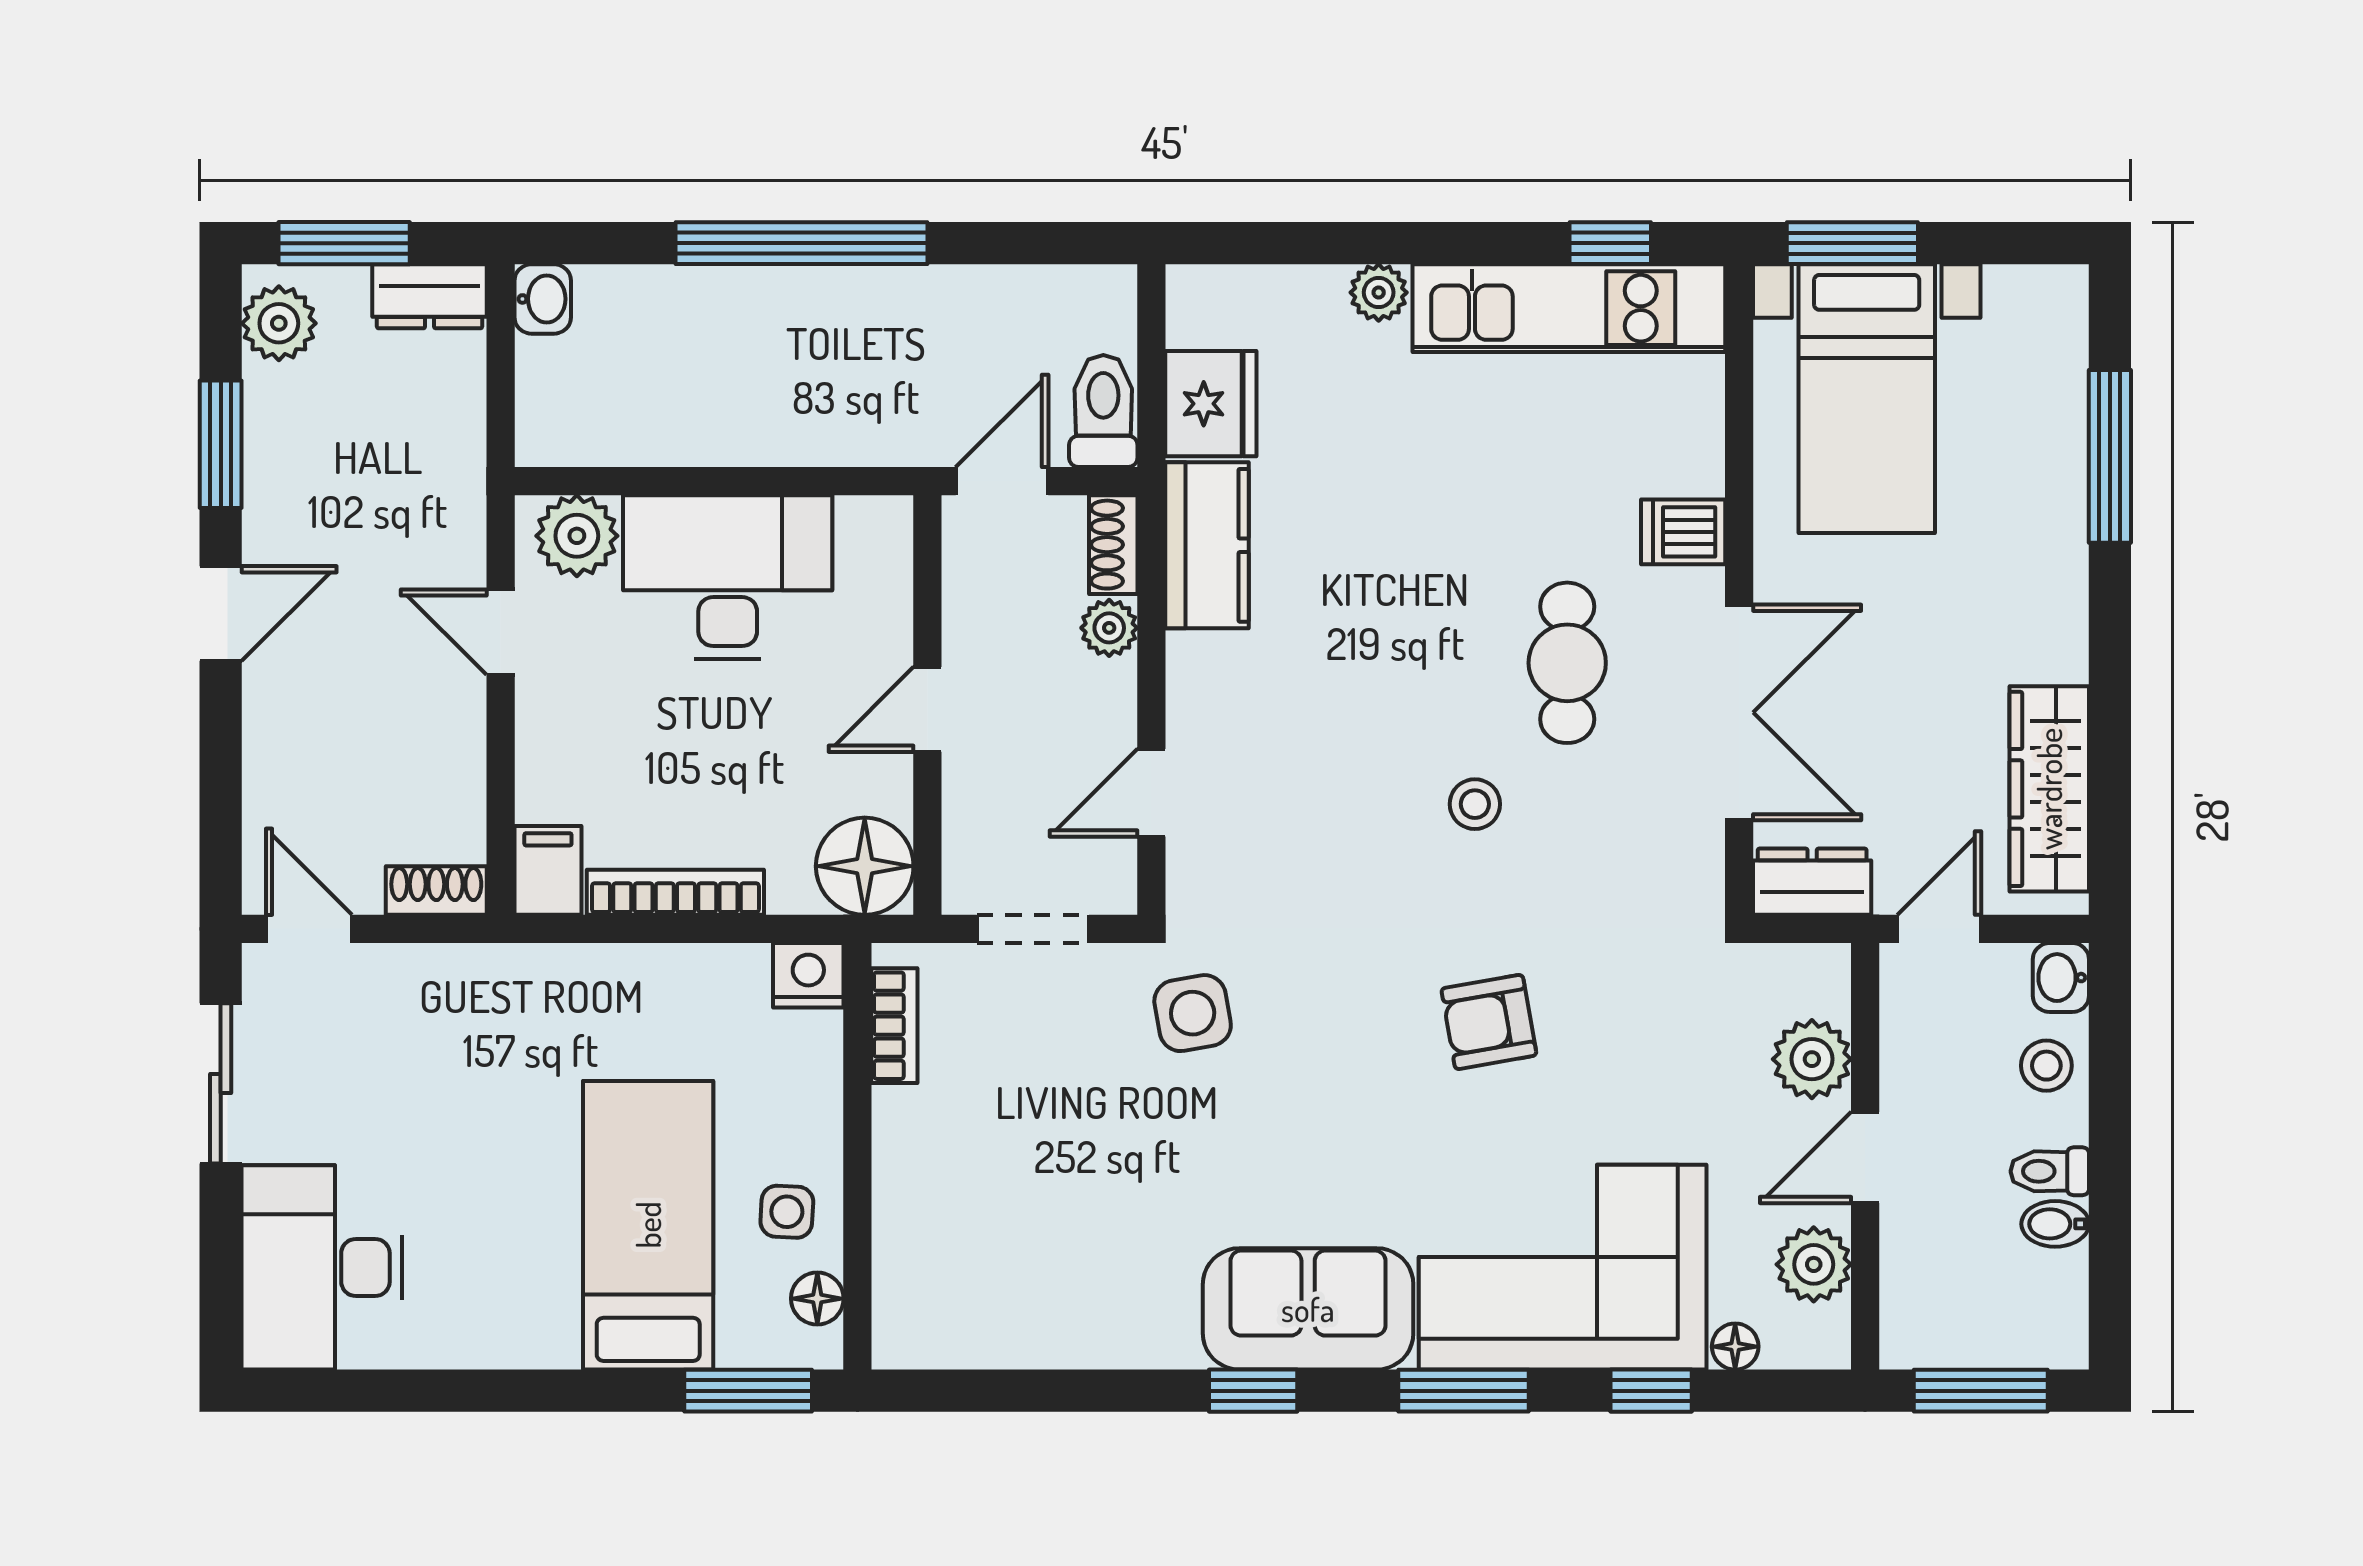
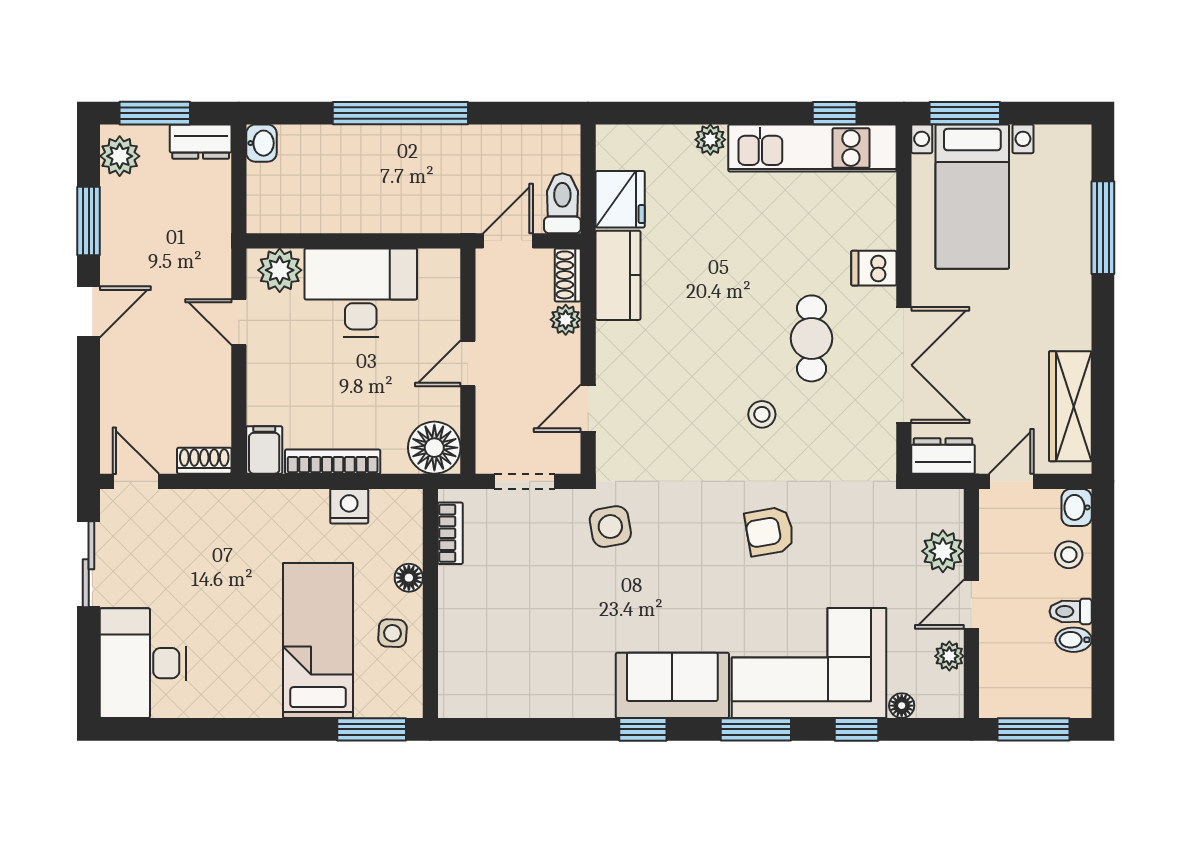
nightstand: (808, 975) -> (349, 506), moved
plant: (1814, 1264) -> (949, 656), width x0.73, depth x0.73
floor lamp: (817, 1299) -> (409, 578), moved

